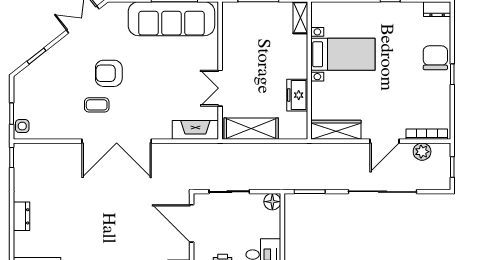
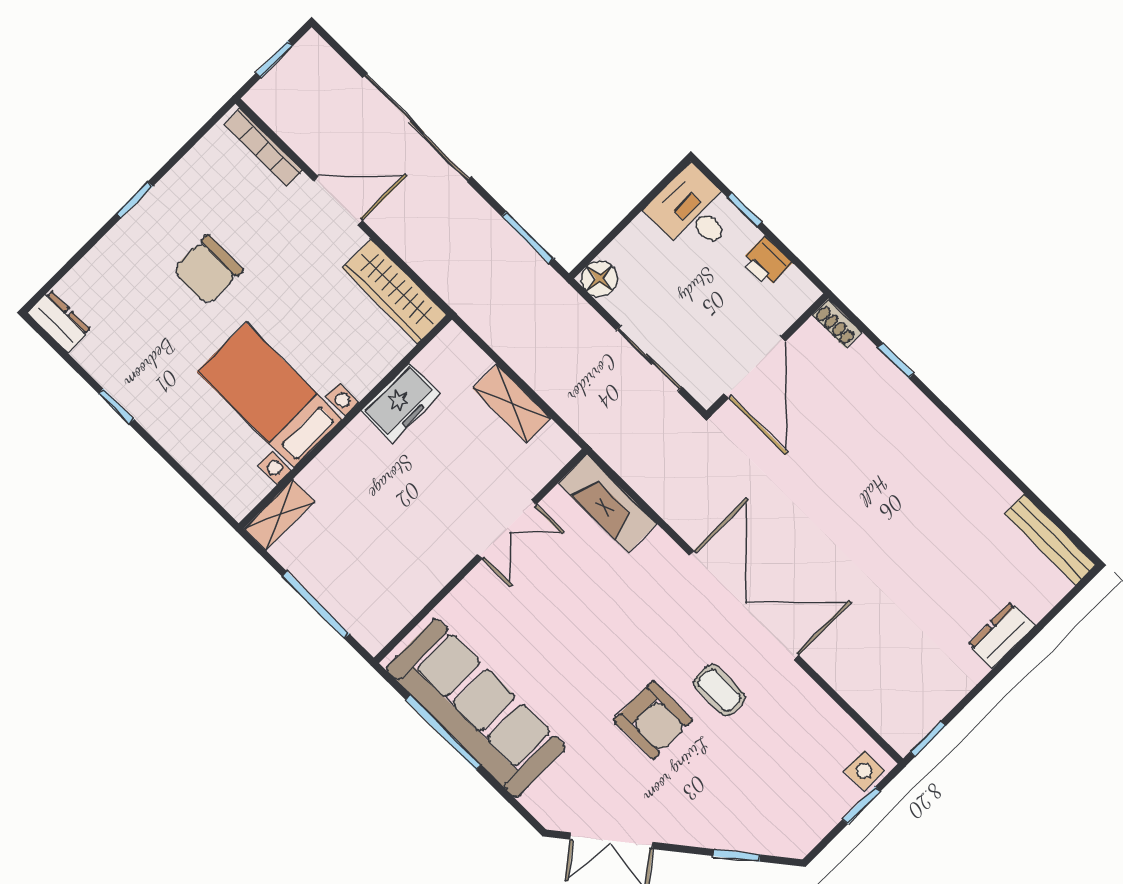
chair: (435, 58) -> (208, 270), moved
shelving: (251, 129) -> (512, 403), width x0.67, depth x0.75
plant: (422, 152) -> (297, 128), removed

